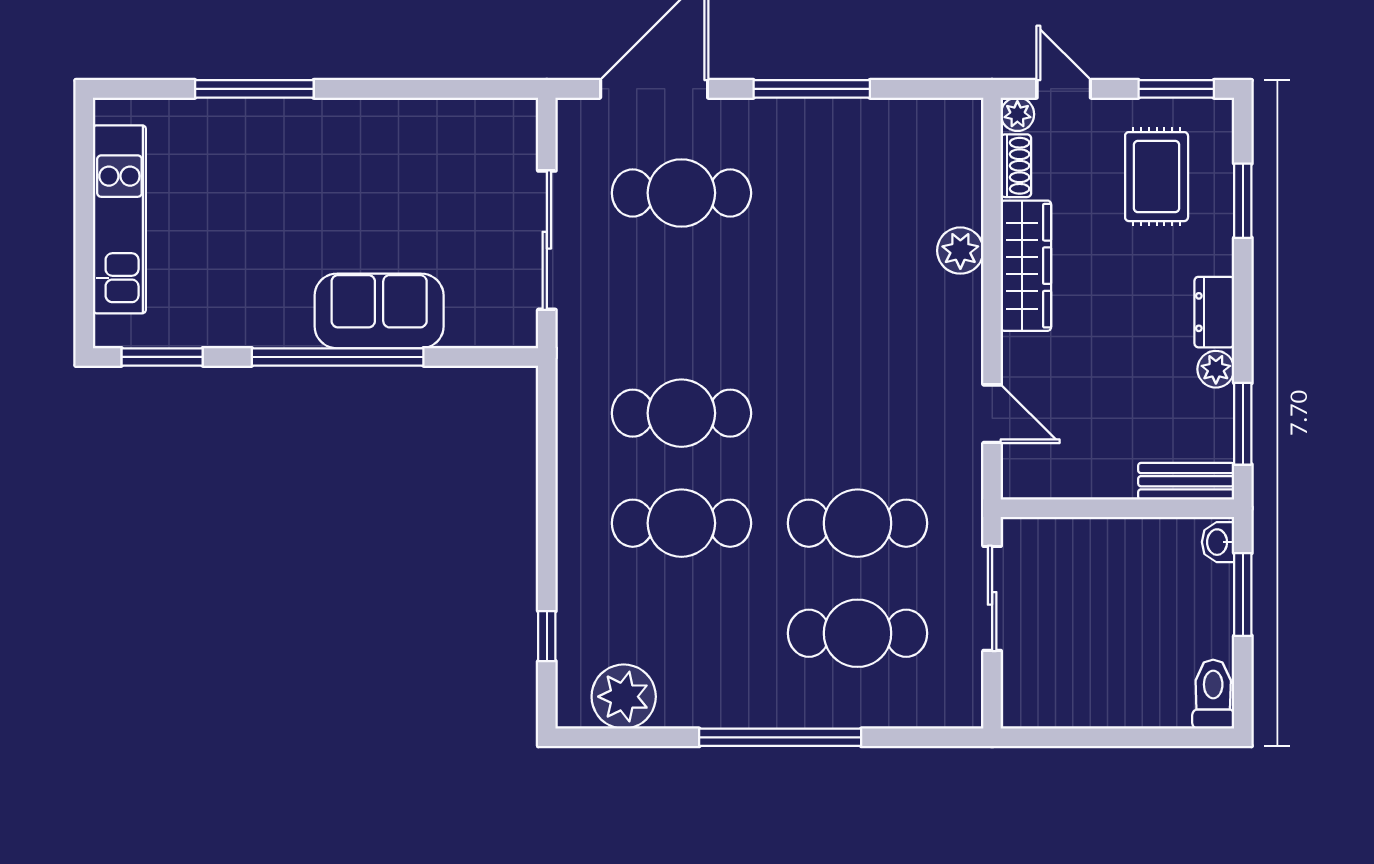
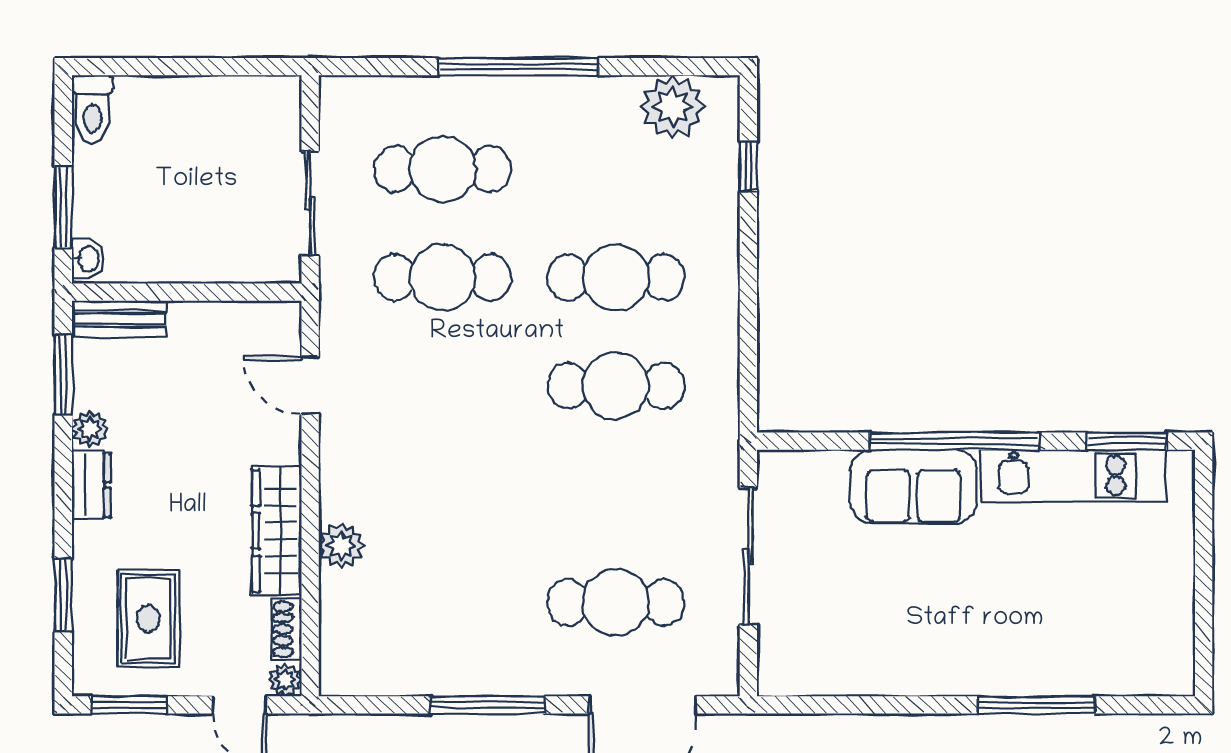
kitchen unit: (119, 219) -> (1073, 476), moved, turned -90

